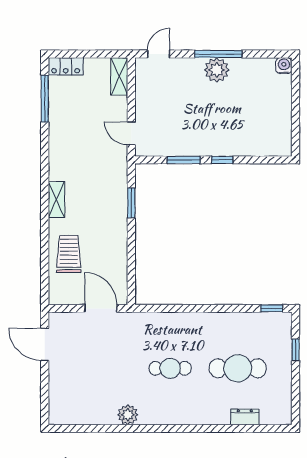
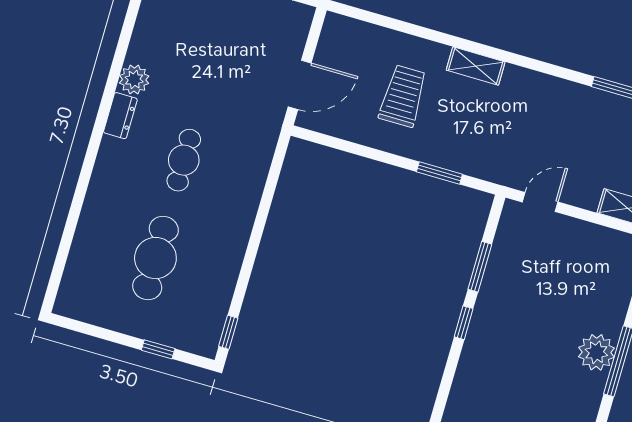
trolley: (69, 254) -> (403, 96), moved, turned -90
dresser: (245, 417) -> (120, 116), moved

